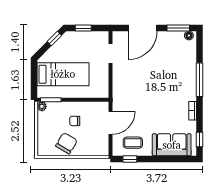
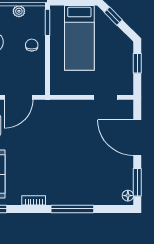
window: (54, 38) -> (113, 16), moved
plant: (42, 106) -> (19, 11), moved
chair: (75, 121) -> (32, 45), moved
door: (111, 123) -> (19, 97), hinge flipped

